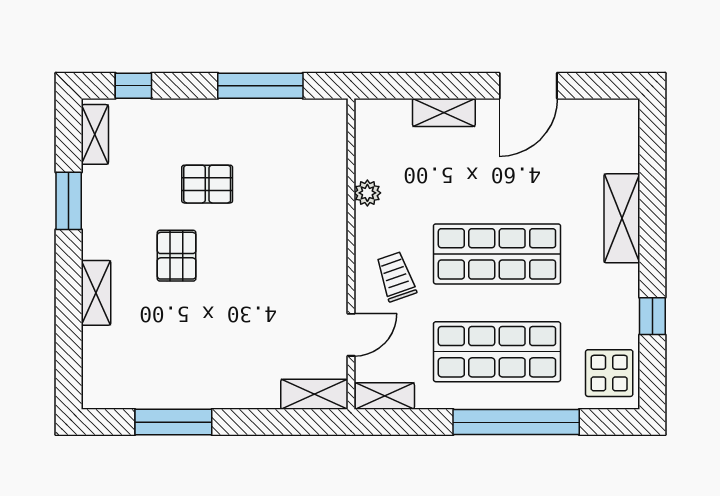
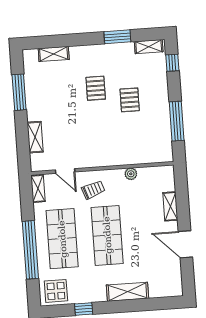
pallet: (177, 256) -> (96, 88), turned 90
shelving: (96, 293) -> (54, 54), moved
shelving: (314, 394) -> (35, 137), moved

